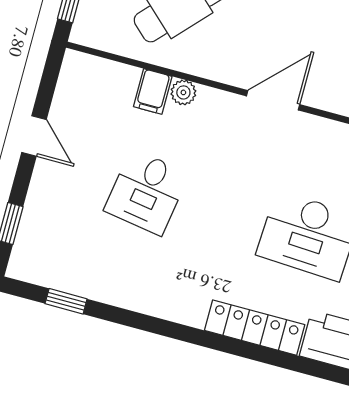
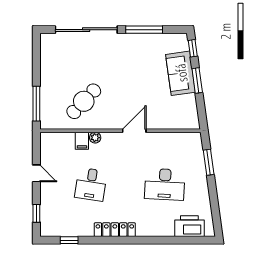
locker: (255, 328) -> (115, 230), moved

